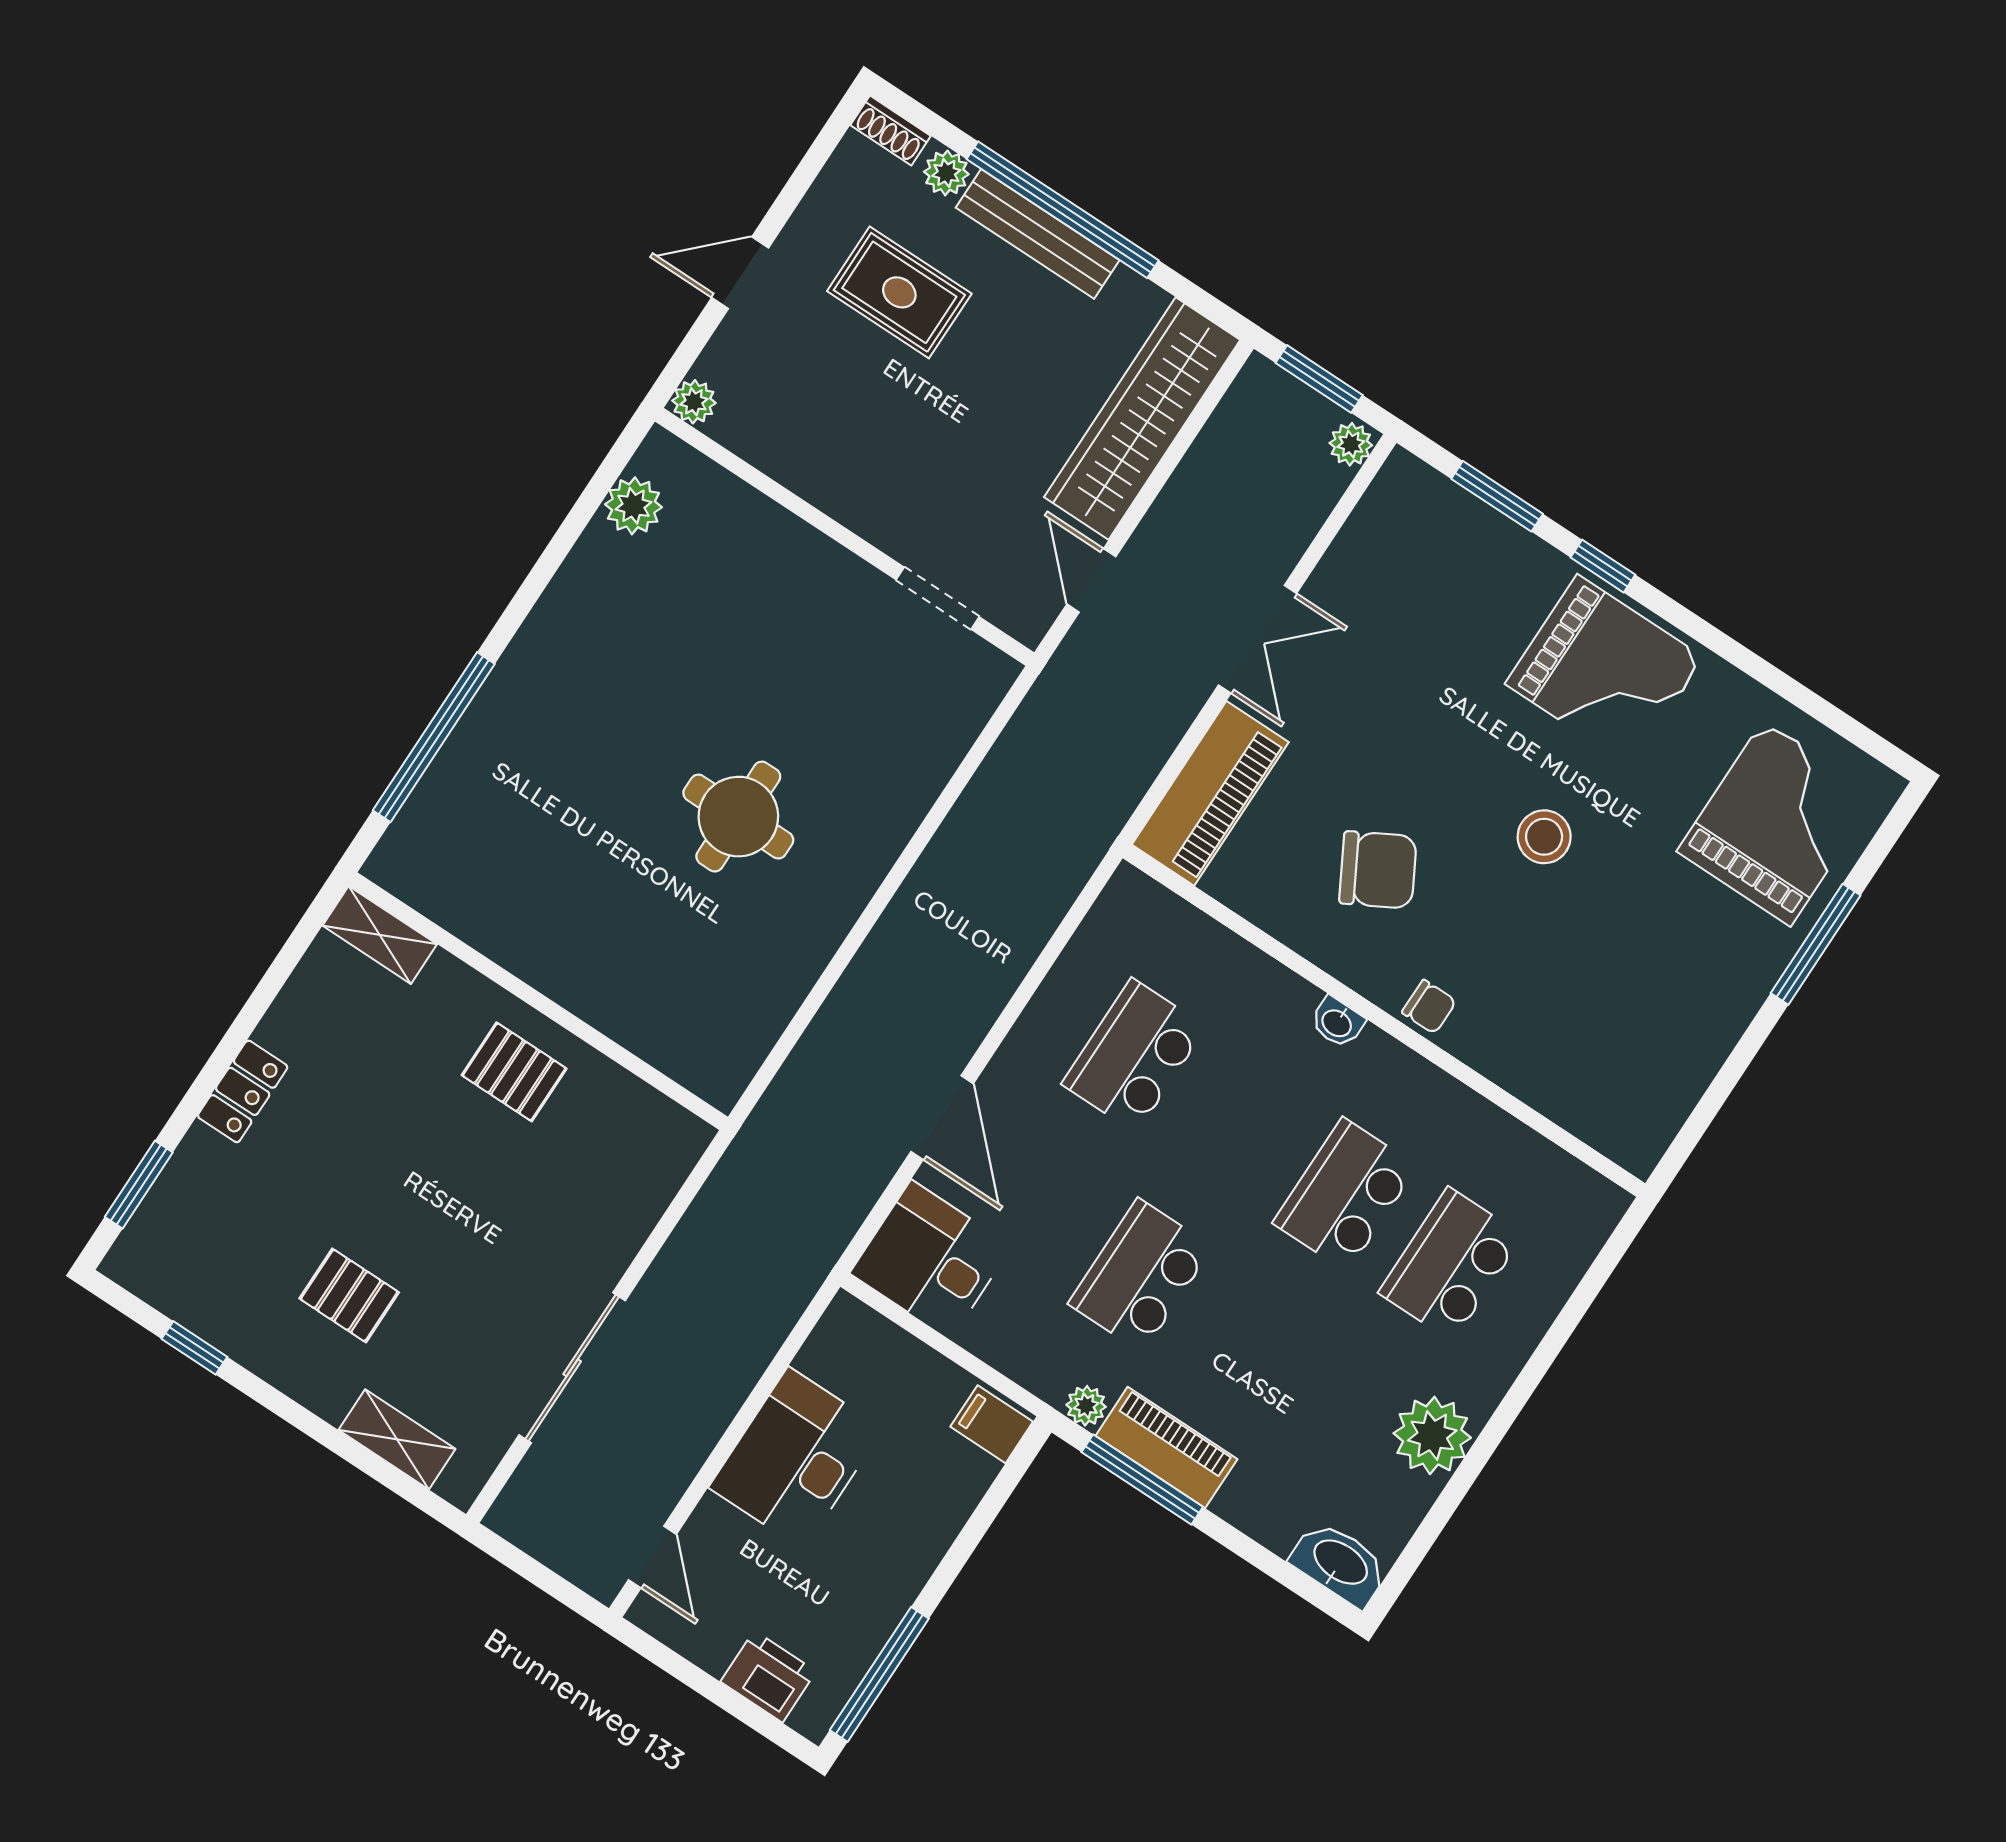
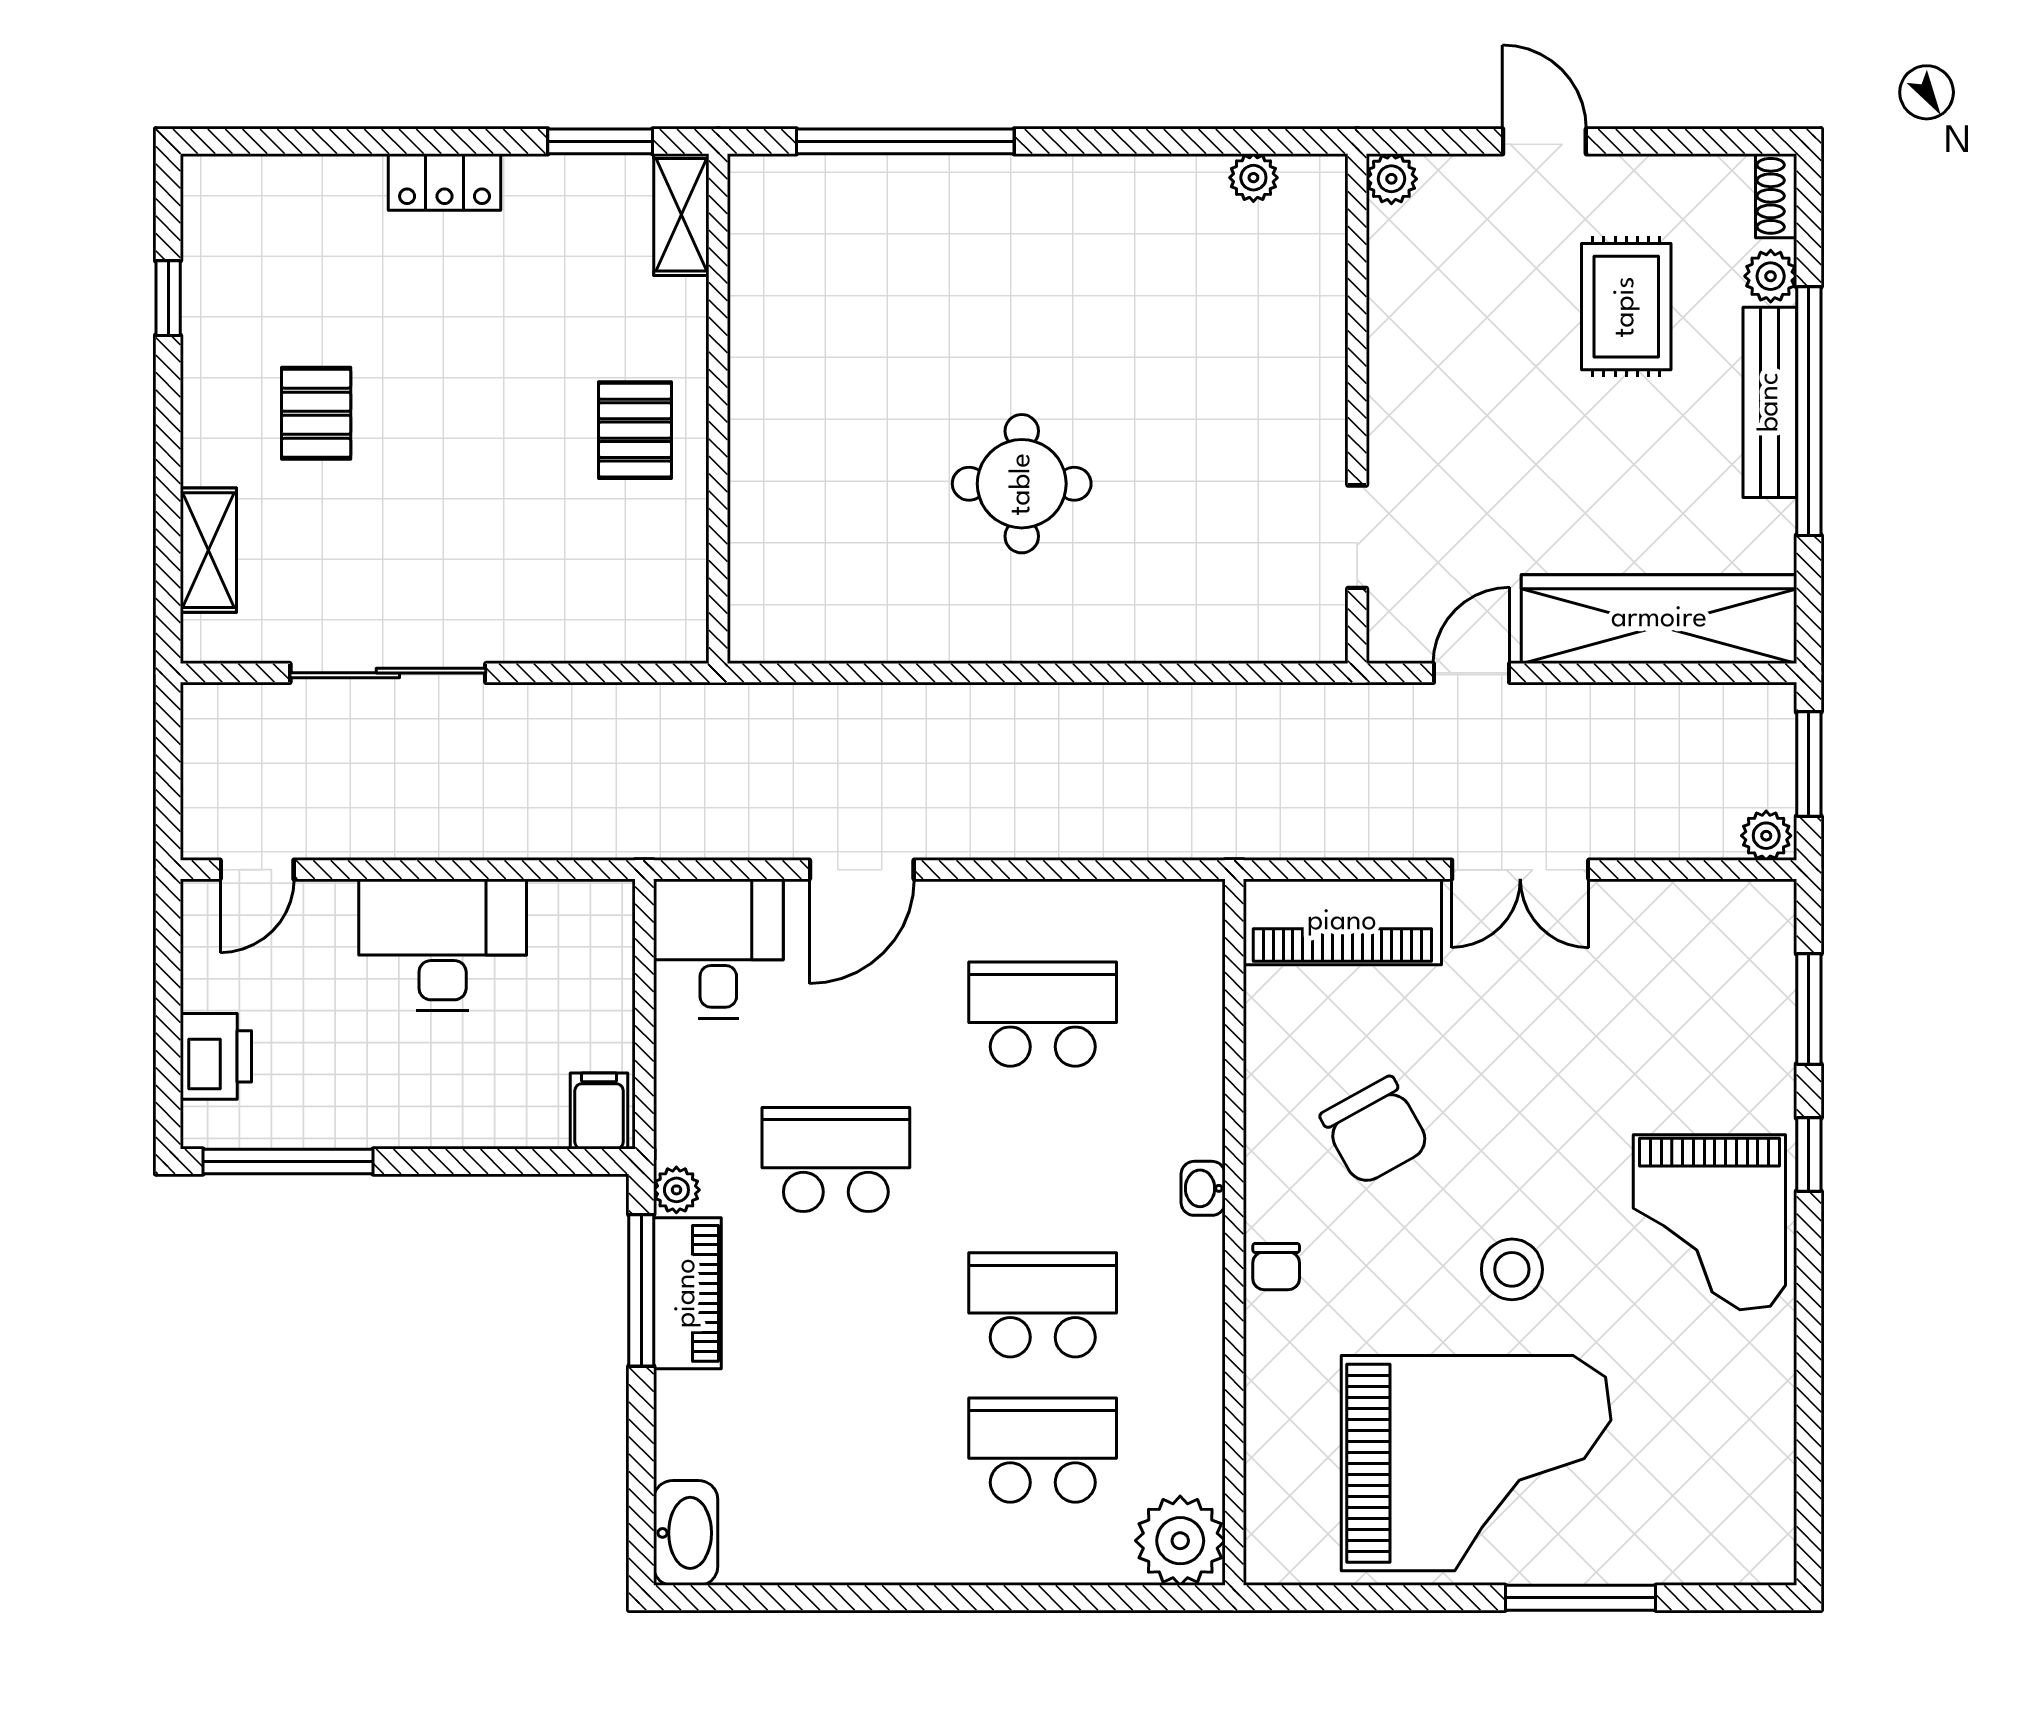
plant: (633, 506) -> (1253, 178), width x0.73, depth x0.73
grand piano: (1777, 823) -> (1476, 1463), moved, width x1.37, depth x1.48
window: (139, 1185) -> (600, 141), moved
plant: (1432, 1435) -> (1180, 1541), moved

